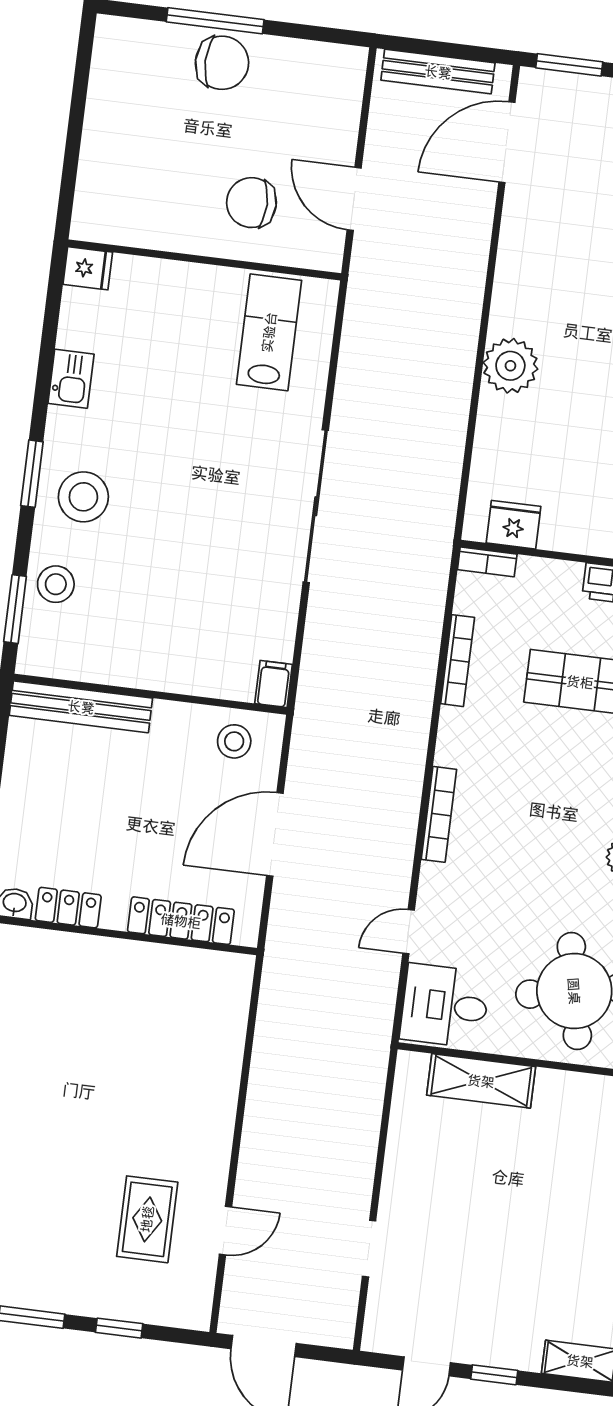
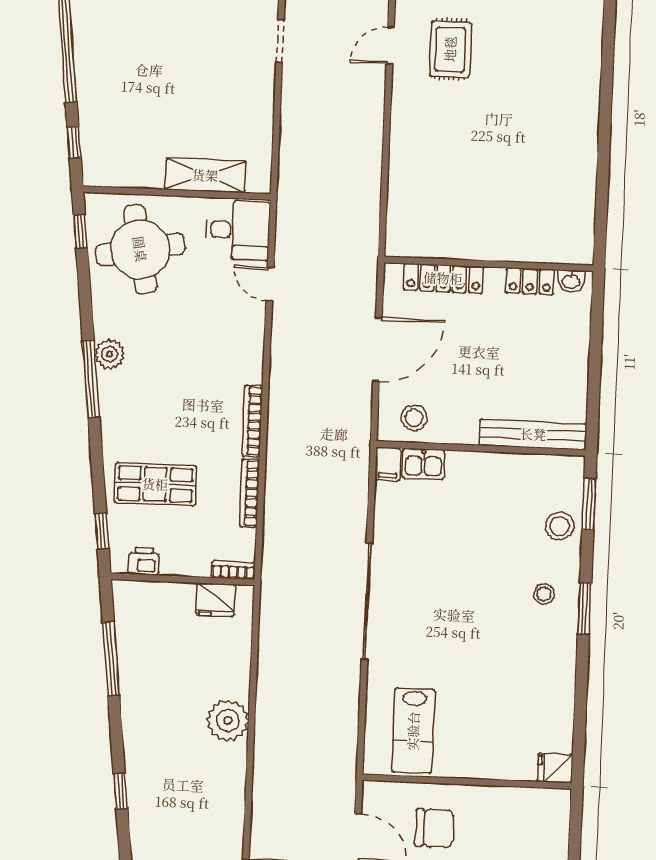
kitchen sink: (71, 379) -> (423, 464), moved, turned -90
stool: (83, 497) -> (544, 594), width x0.53, depth x0.53
bookcase: (439, 814) -> (252, 421), moved
door: (409, 932) -> (270, 284), swing flipped

